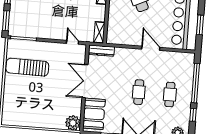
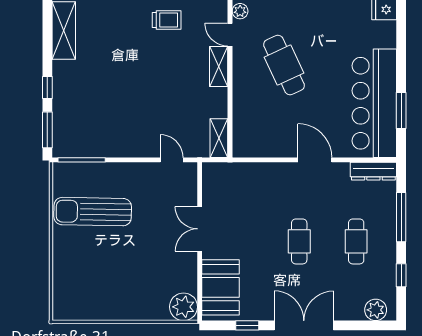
dresser: (101, 51) -> (373, 171), moved
double door: (85, 81) -> (200, 229), width x0.73
window: (195, 83) -> (401, 217), width x0.68

